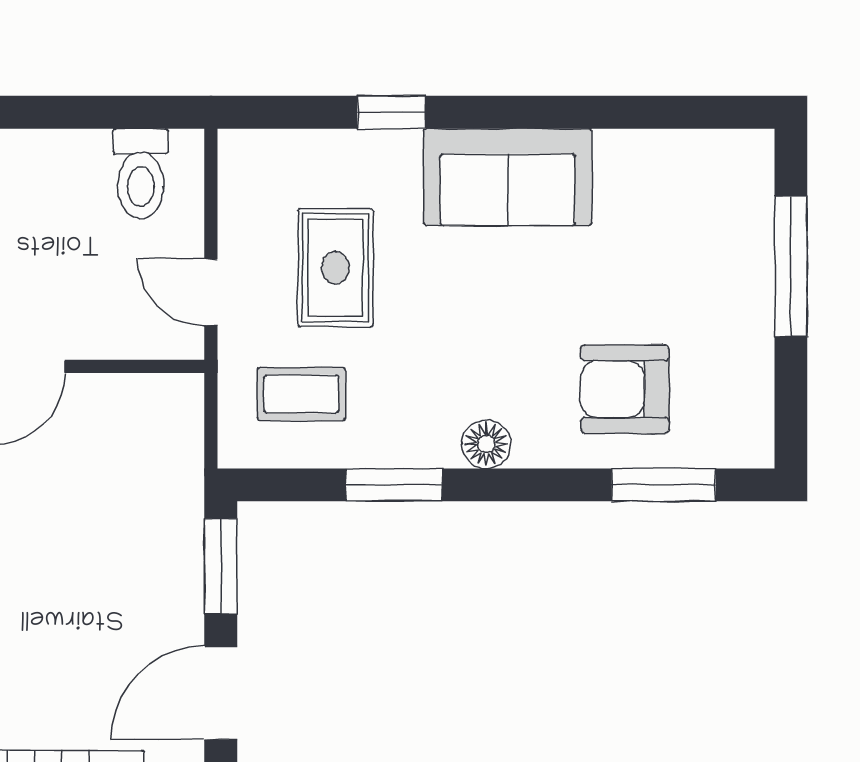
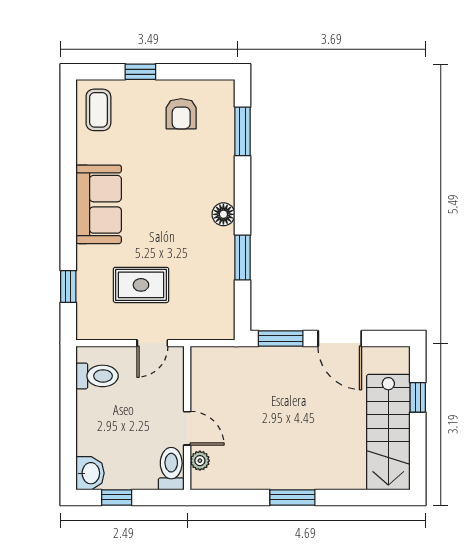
window: (391, 112) -> (68, 286), moved
window: (791, 266) -> (140, 72), width x0.46
armchair: (625, 389) -> (181, 114), moved, width x0.72, depth x0.72
coffee table: (301, 394) -> (98, 110), moved

